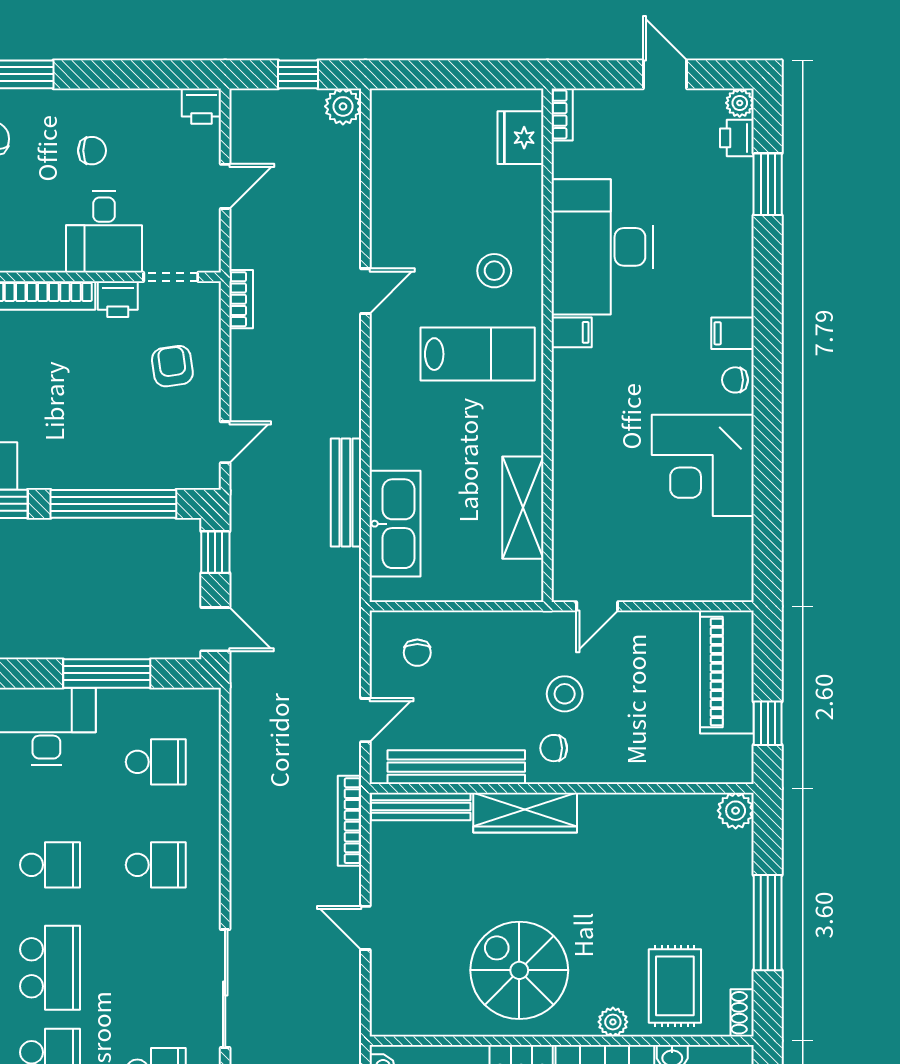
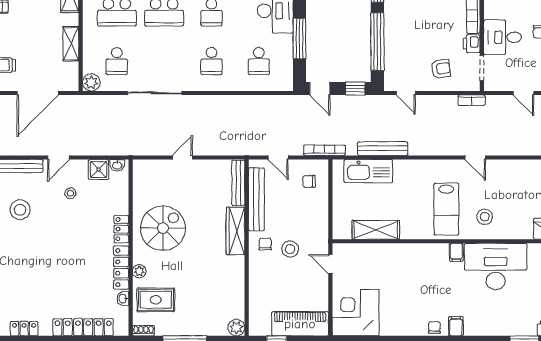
corner desk: (703, 465) -> (356, 313), moved
door: (215, 629) -> (320, 88), hinge flipped
bookcase: (350, 821) -> (324, 150), moved

